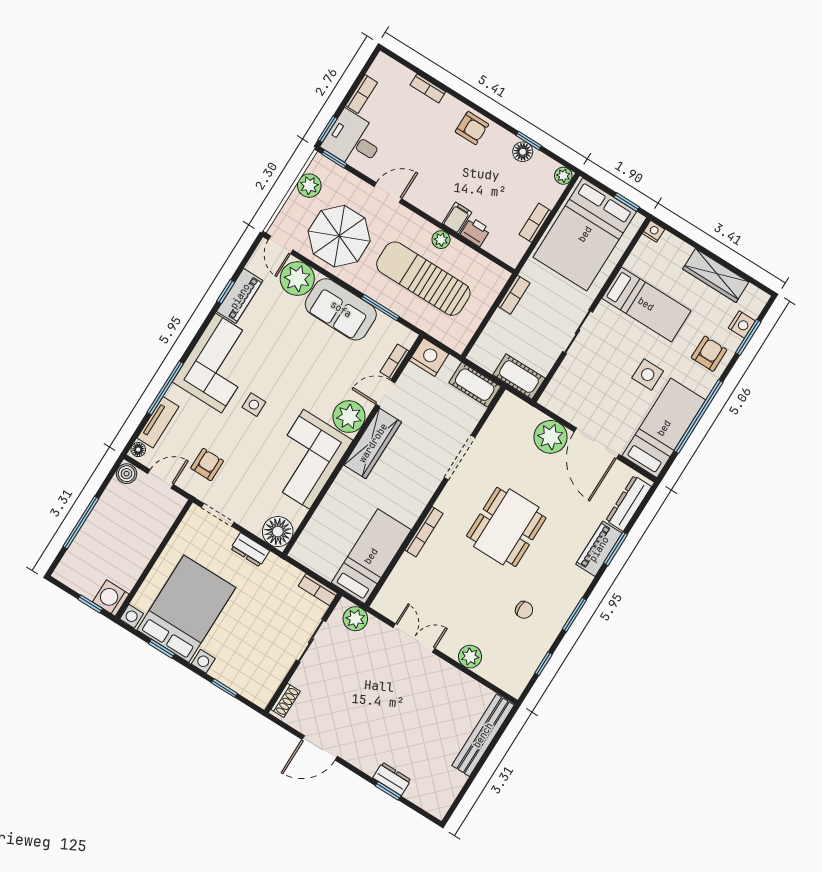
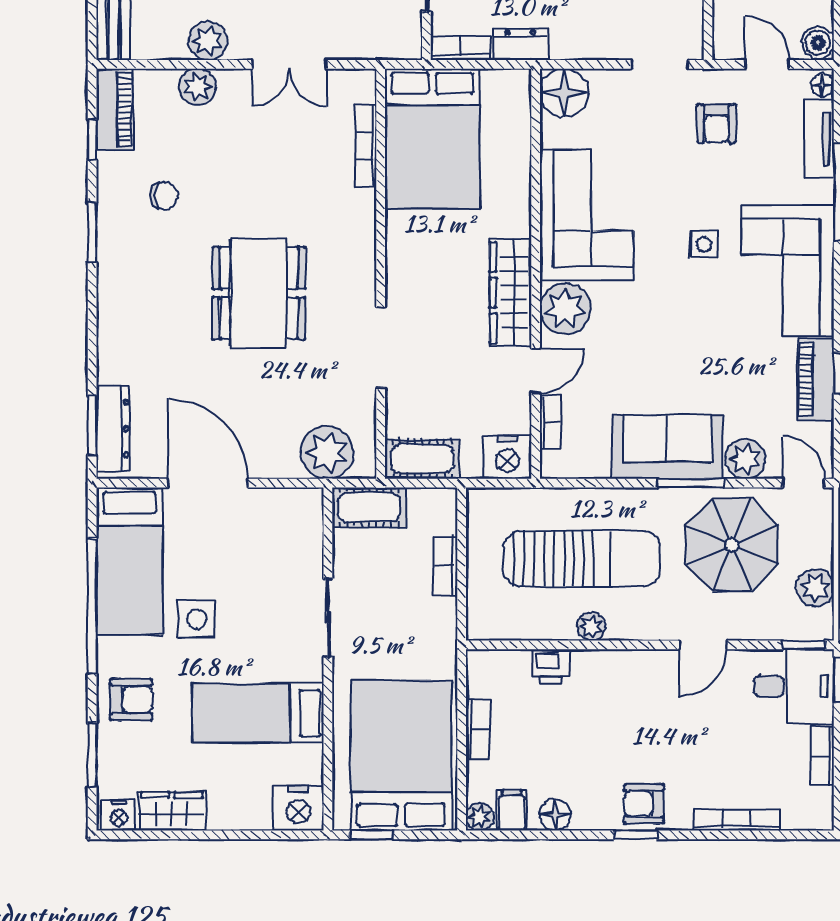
bookcase: (428, 88) -> (737, 820), width x1.56
window: (529, 141) -> (636, 835), moved
filing cabinet: (457, 218) -> (512, 810), moved, turned 180
nightstand: (653, 231) -> (299, 808), width x1.89, depth x1.79
wardrobe: (716, 275) -> (172, 811), width x0.67
plant: (297, 279) -> (745, 459), width x0.73, depth x0.73
bookcase: (514, 295) -> (446, 566), moved
window: (380, 308) -> (691, 483), moved
nightstand: (742, 324) -> (119, 815), moved, turned -90
armchair: (709, 354) -> (131, 700), turned -90
plant: (551, 437) -> (327, 452), moved
door: (161, 479) -> (767, 64), swing flipped
bookcase: (424, 532) -> (366, 146), moved
piano: (599, 549) -> (115, 109), moved
window: (616, 549) -> (92, 425), moved
dresser: (250, 550) -> (520, 45), moved
bed: (371, 556) -> (432, 139), width x1.50
chair: (524, 610) -> (164, 196), turned 180
plant: (355, 619) -> (208, 41), moved

